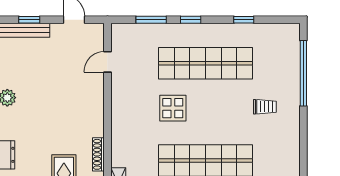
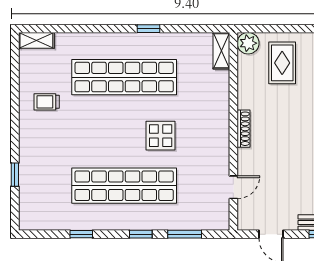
window: (303, 73) -> (15, 175), width x0.32
trolley: (265, 107) -> (47, 102), moved
shoe rack: (98, 154) -> (244, 129), moved

